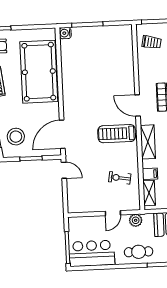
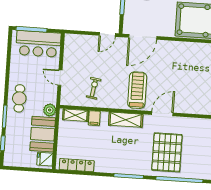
door: (62, 134) -> (143, 37), swing flipped
plant: (136, 220) -> (50, 110), moved
bar counter: (92, 253) -> (38, 44), moved, turned 90

